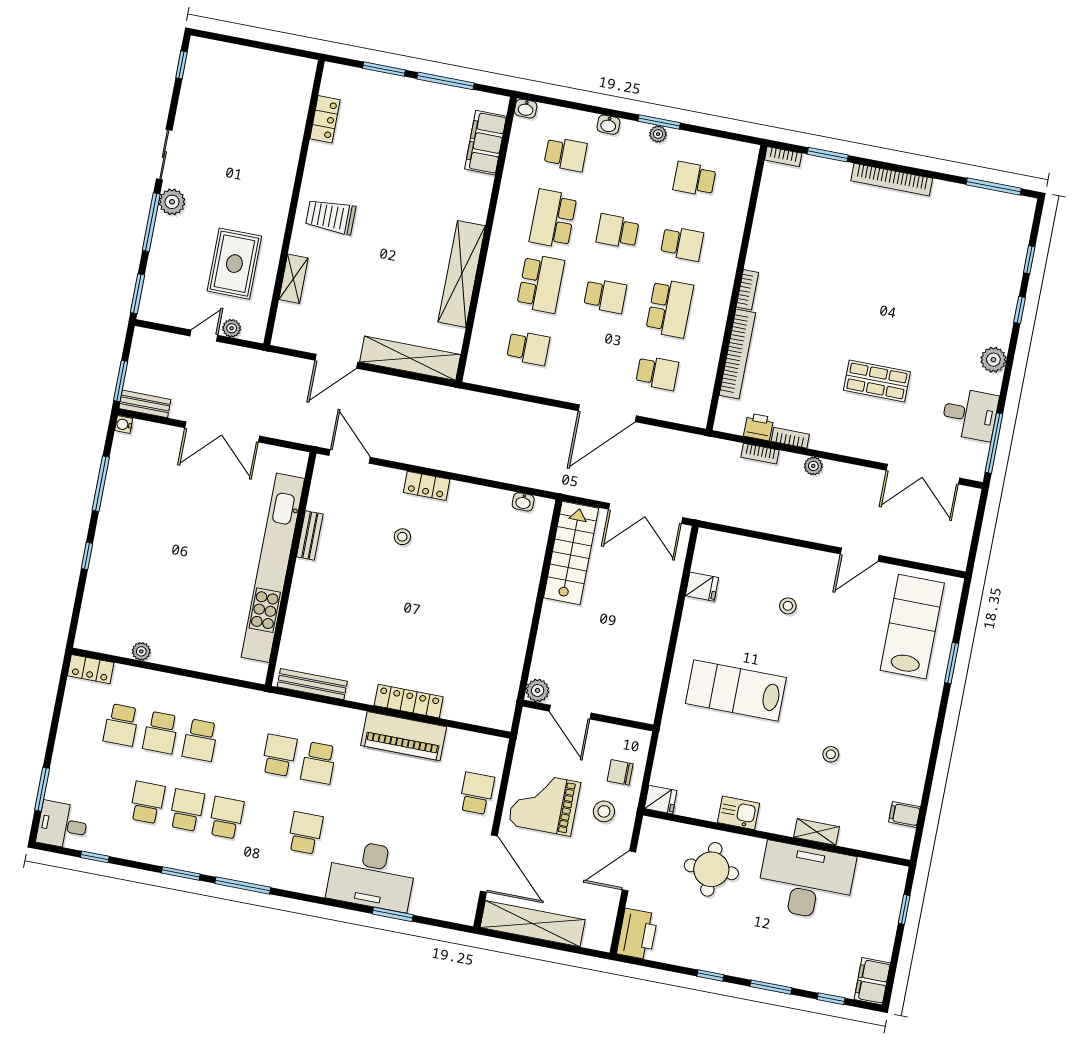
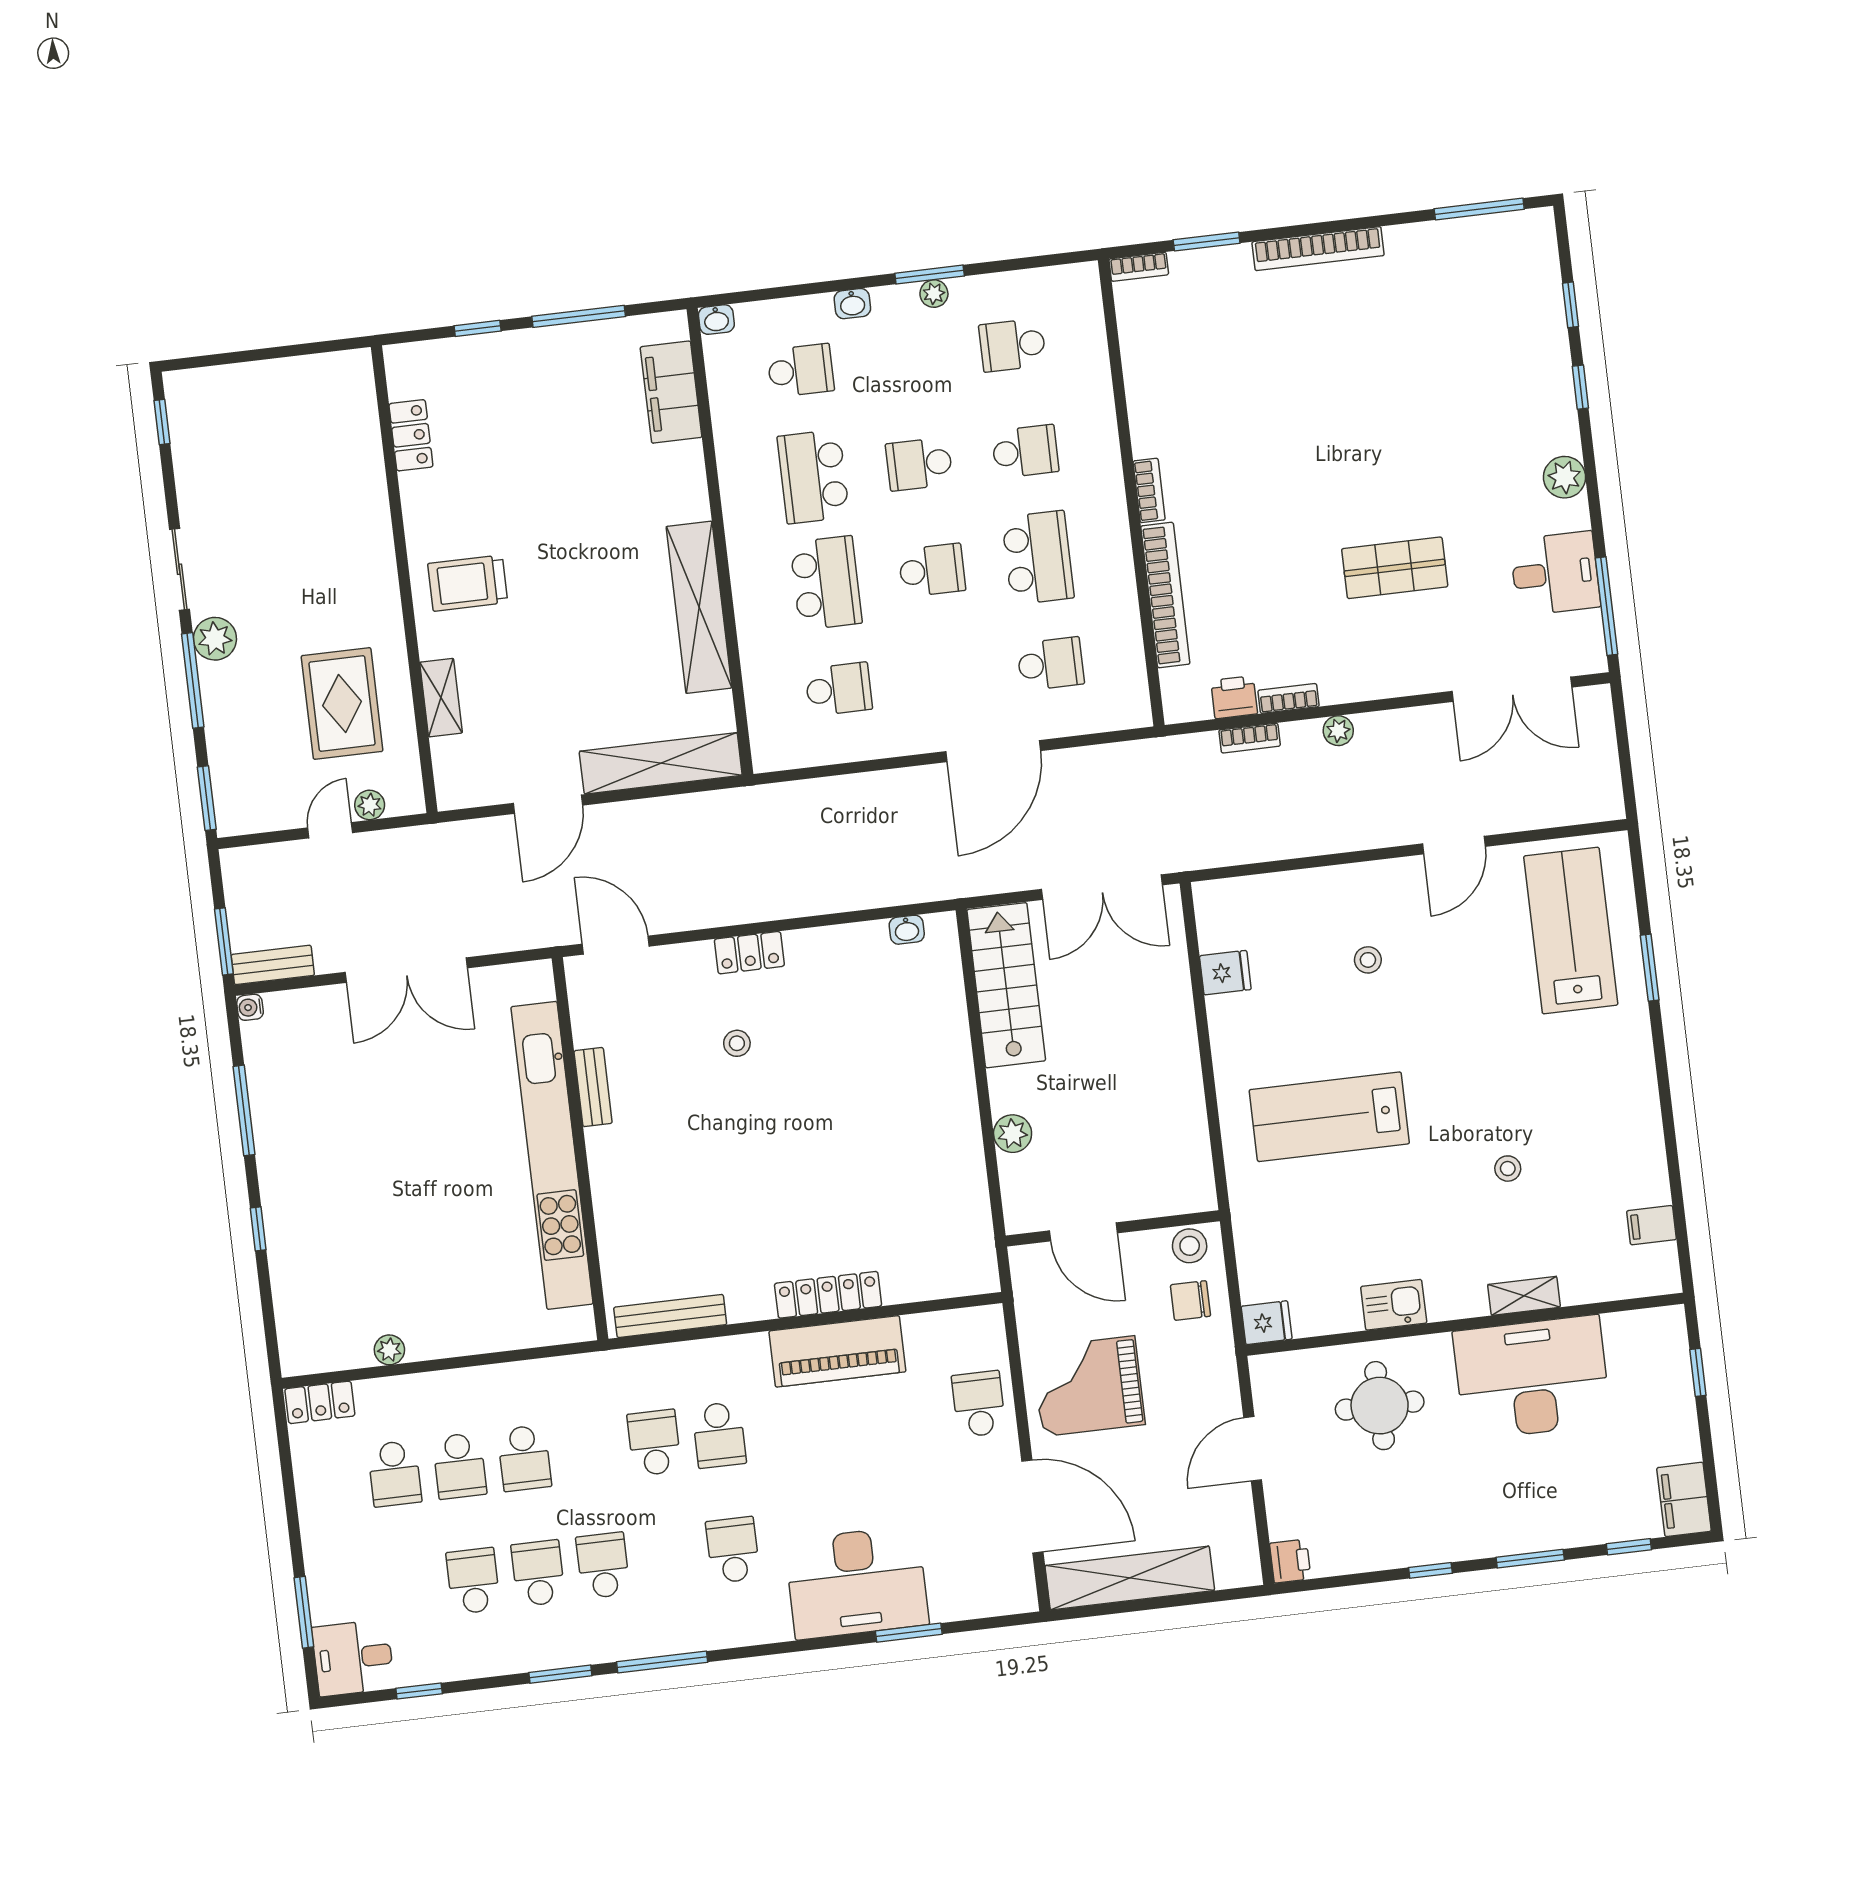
window: (384, 69) -> (478, 328), width x0.67
plant: (538, 690) -> (1013, 1134), moved
stool: (604, 811) -> (1190, 1246), moved
printer: (637, 934) -> (1290, 1561), width x0.53, depth x0.68

